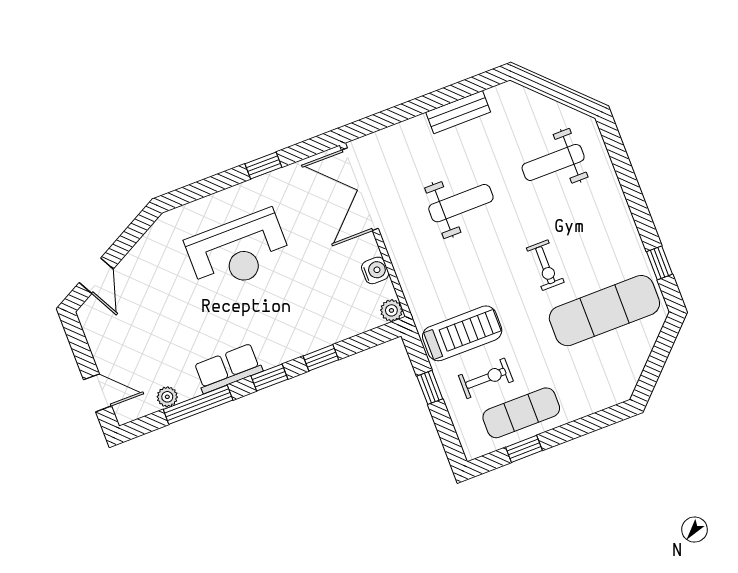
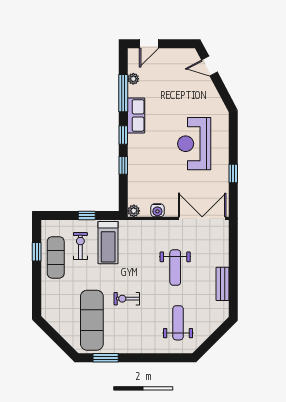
window: (659, 263) -> (106, 358), width x1.50
exercise bike: (486, 378) -> (80, 246), turned 180

